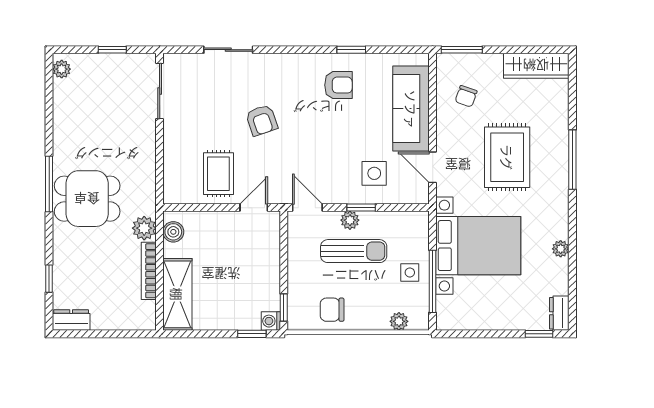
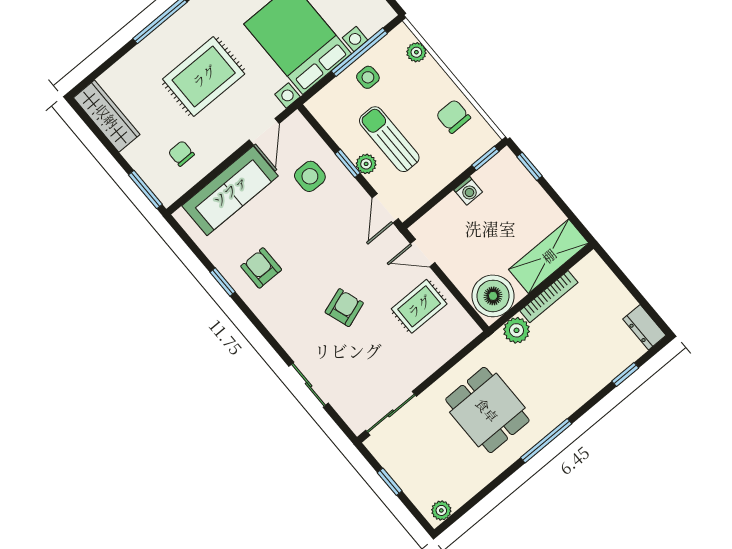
chair: (466, 96) -> (181, 153), turned -109
dining table: (87, 199) -> (487, 410), moved
boiler: (173, 232) -> (493, 296), width x1.86, depth x1.86
chair: (332, 310) -> (453, 116), turned 180
washing machine: (271, 321) -> (468, 191), moved

